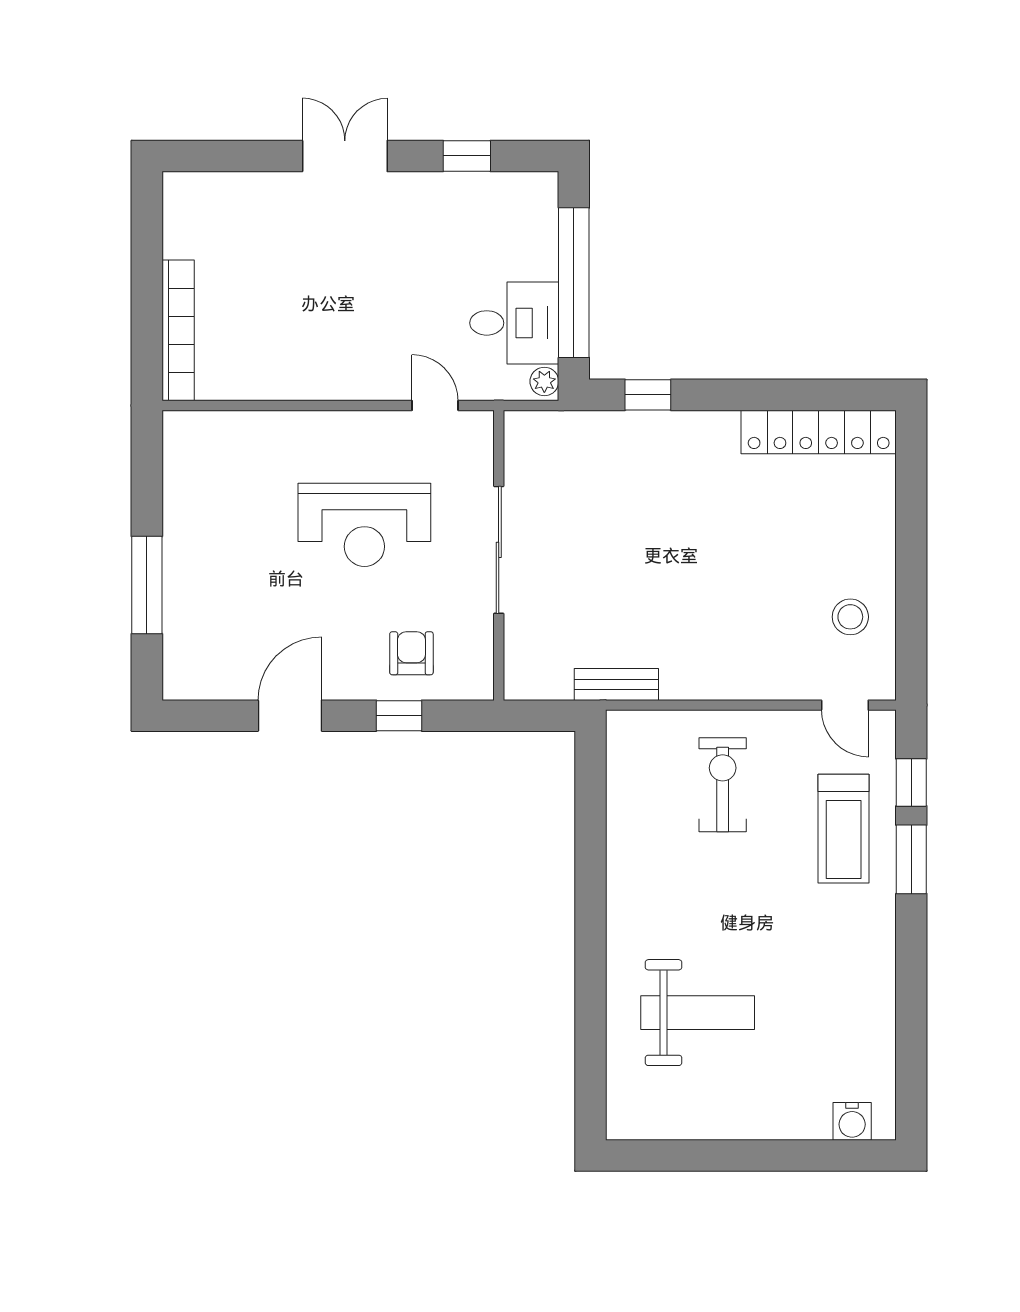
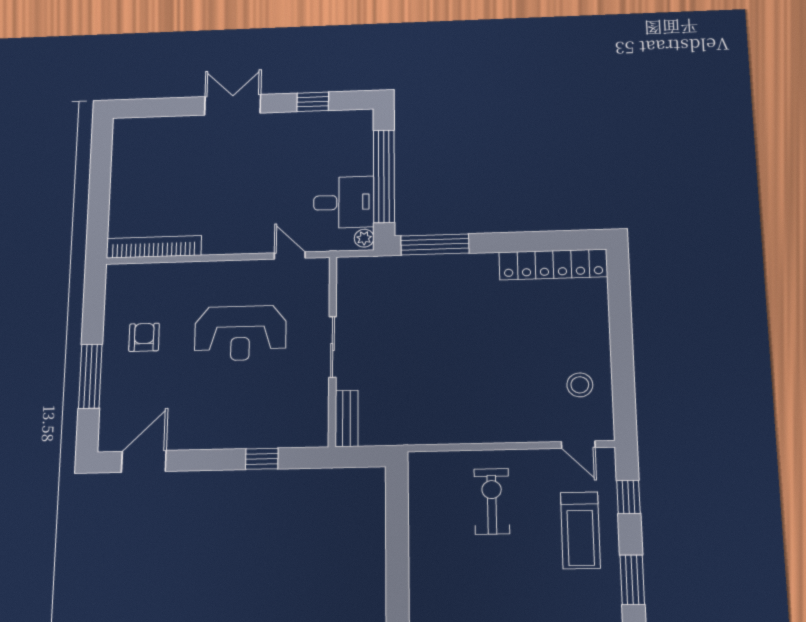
bookcase: (178, 330) -> (154, 247), moved, turned -90
window: (648, 395) -> (435, 244), width x2.17
sliding door: (499, 550) -> (333, 347), width x0.73
armchair: (411, 653) -> (144, 337), moved
bench: (616, 684) -> (347, 418), moved, turned 90
door: (290, 716) -> (144, 461), moved
window: (911, 859) -> (632, 580), moved

